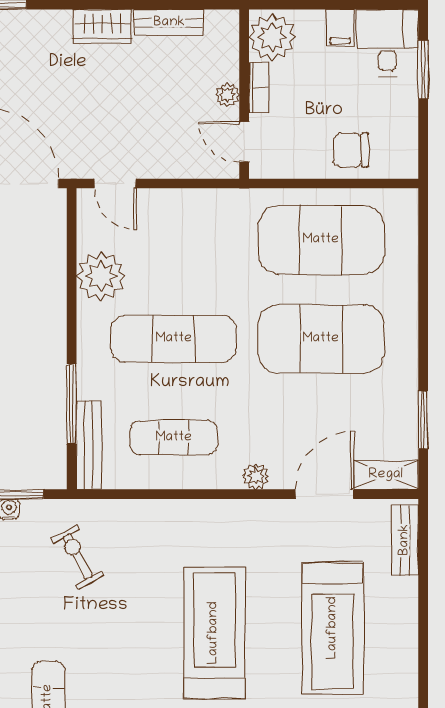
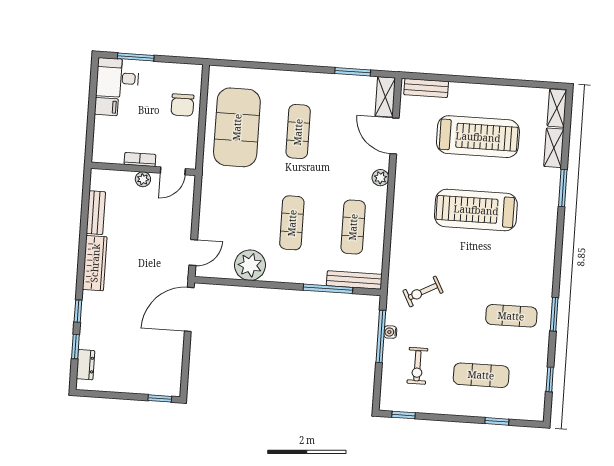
wardrobe: (102, 26) -> (95, 263), width x1.50
plant: (272, 37) -> (109, 149), removed
exercise mat: (174, 339) -> (292, 223), width x0.73, depth x0.69
exercise mat: (321, 339) -> (298, 132), width x0.50, depth x0.69

